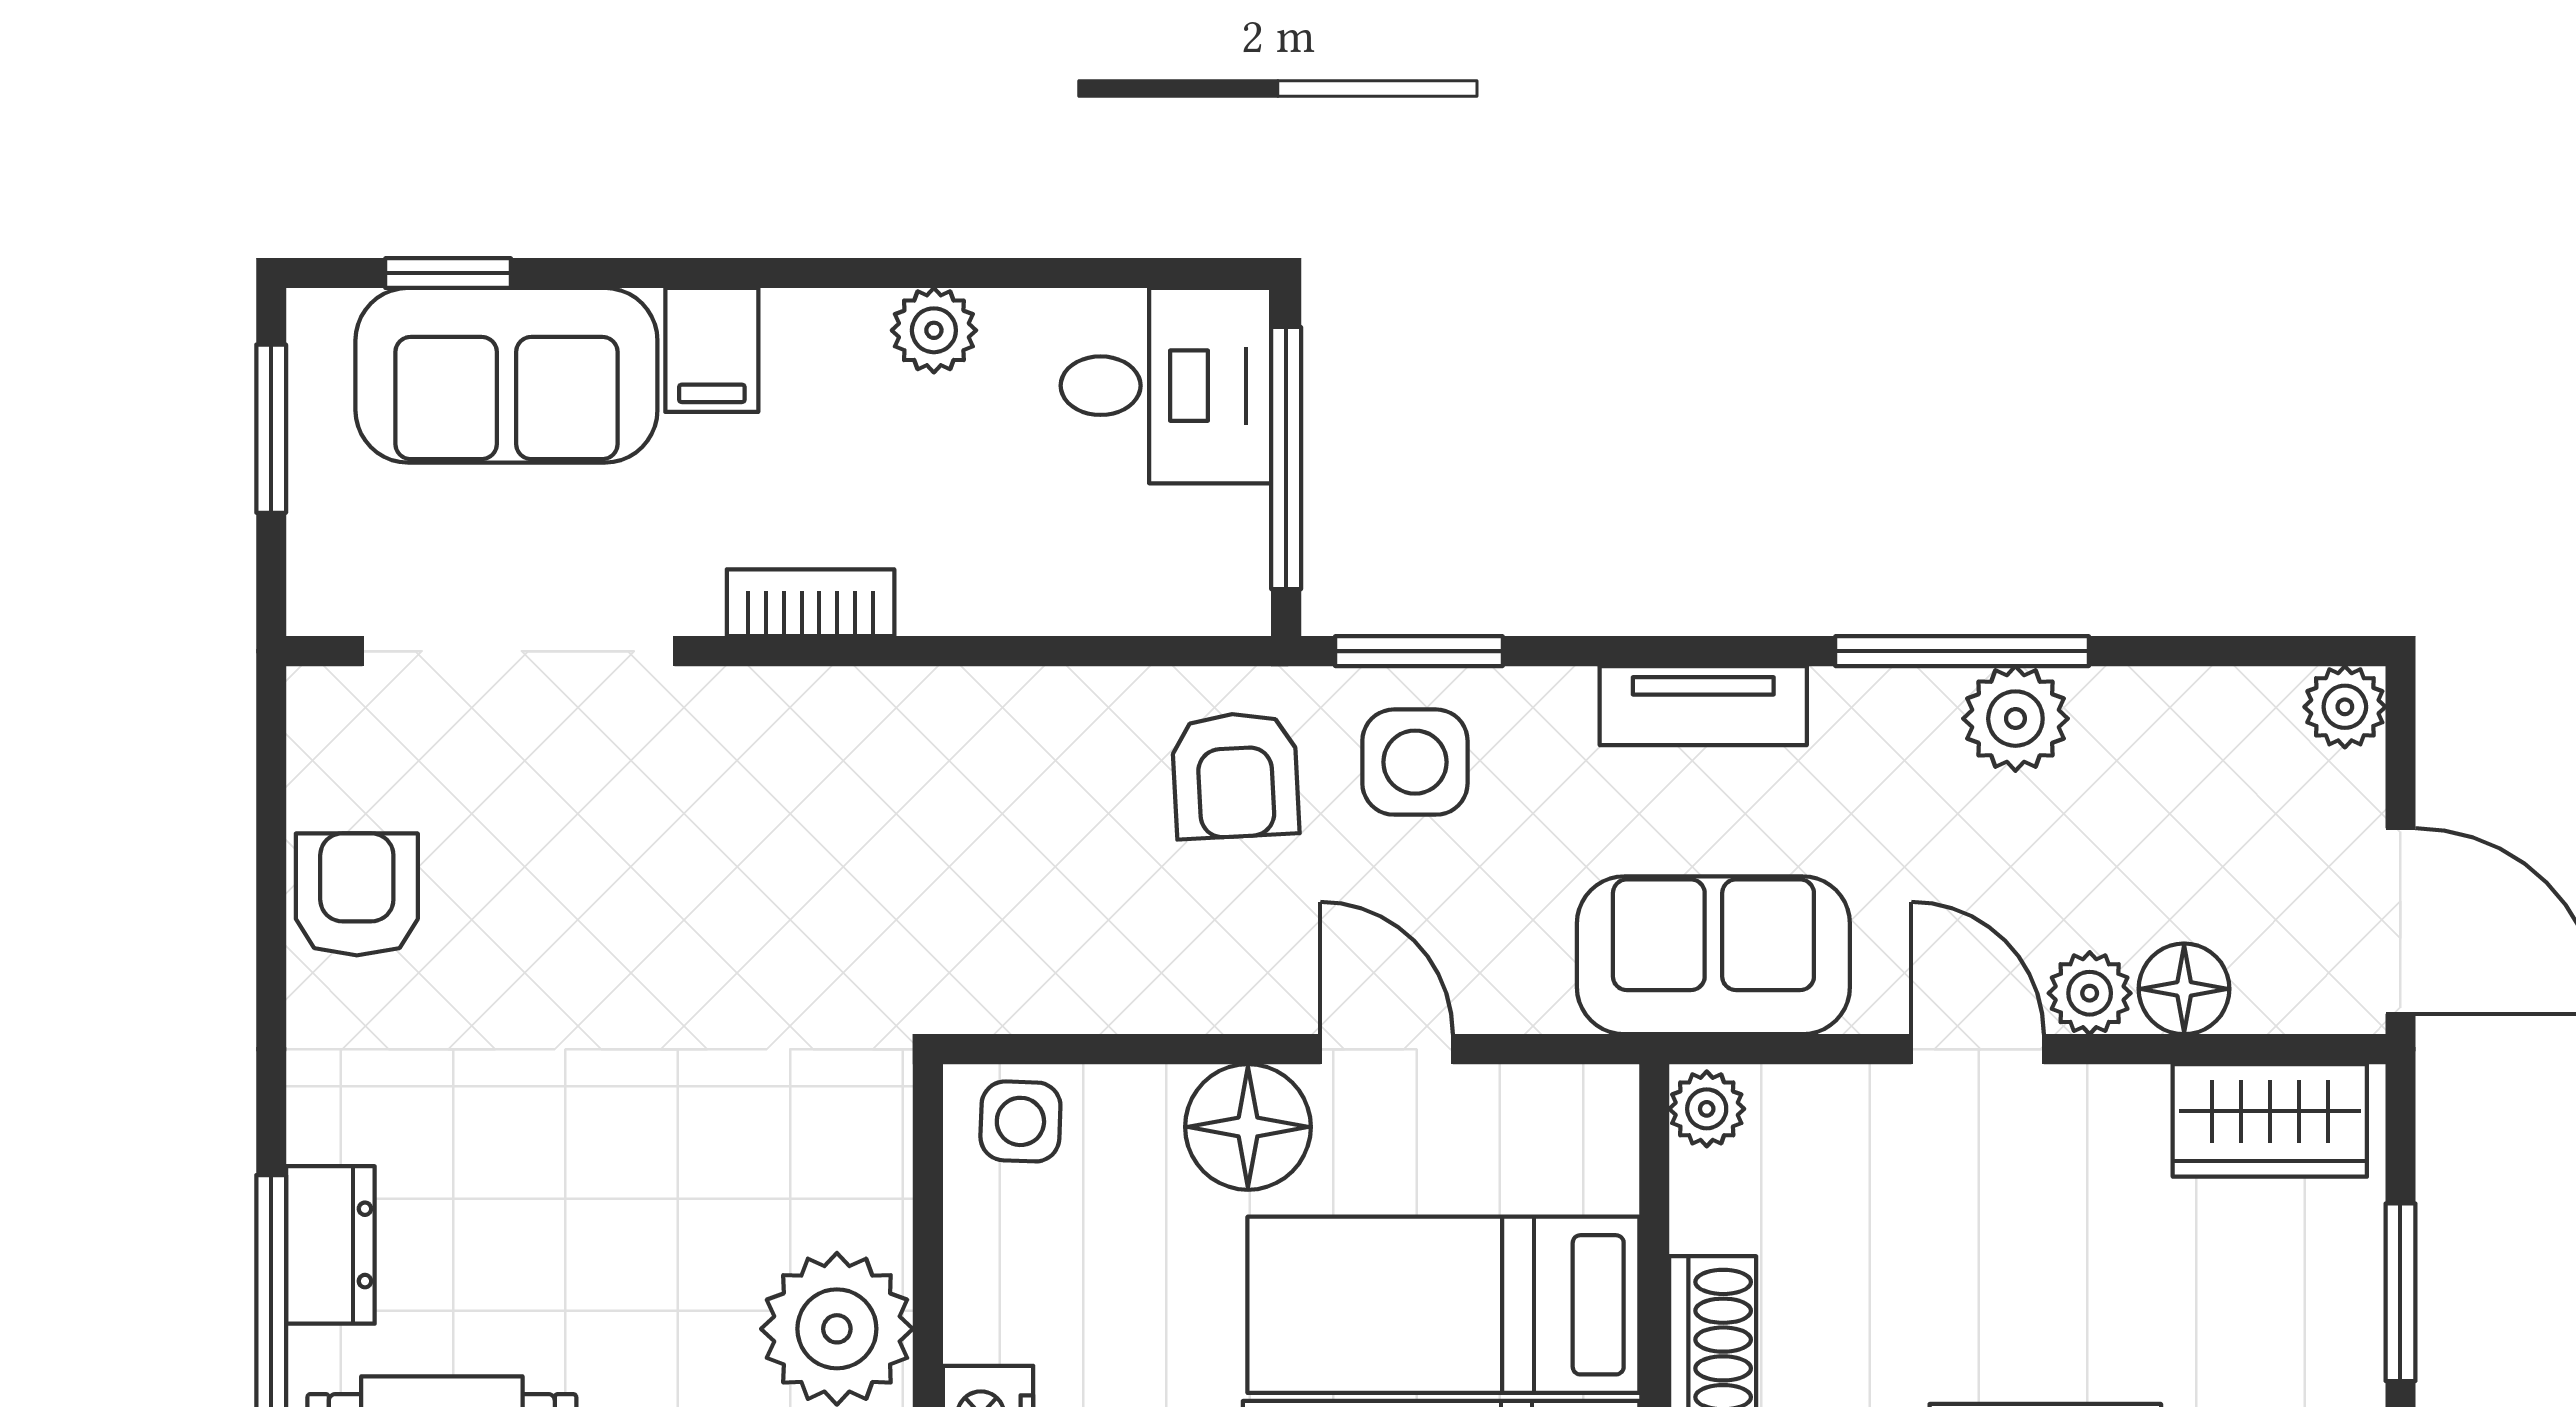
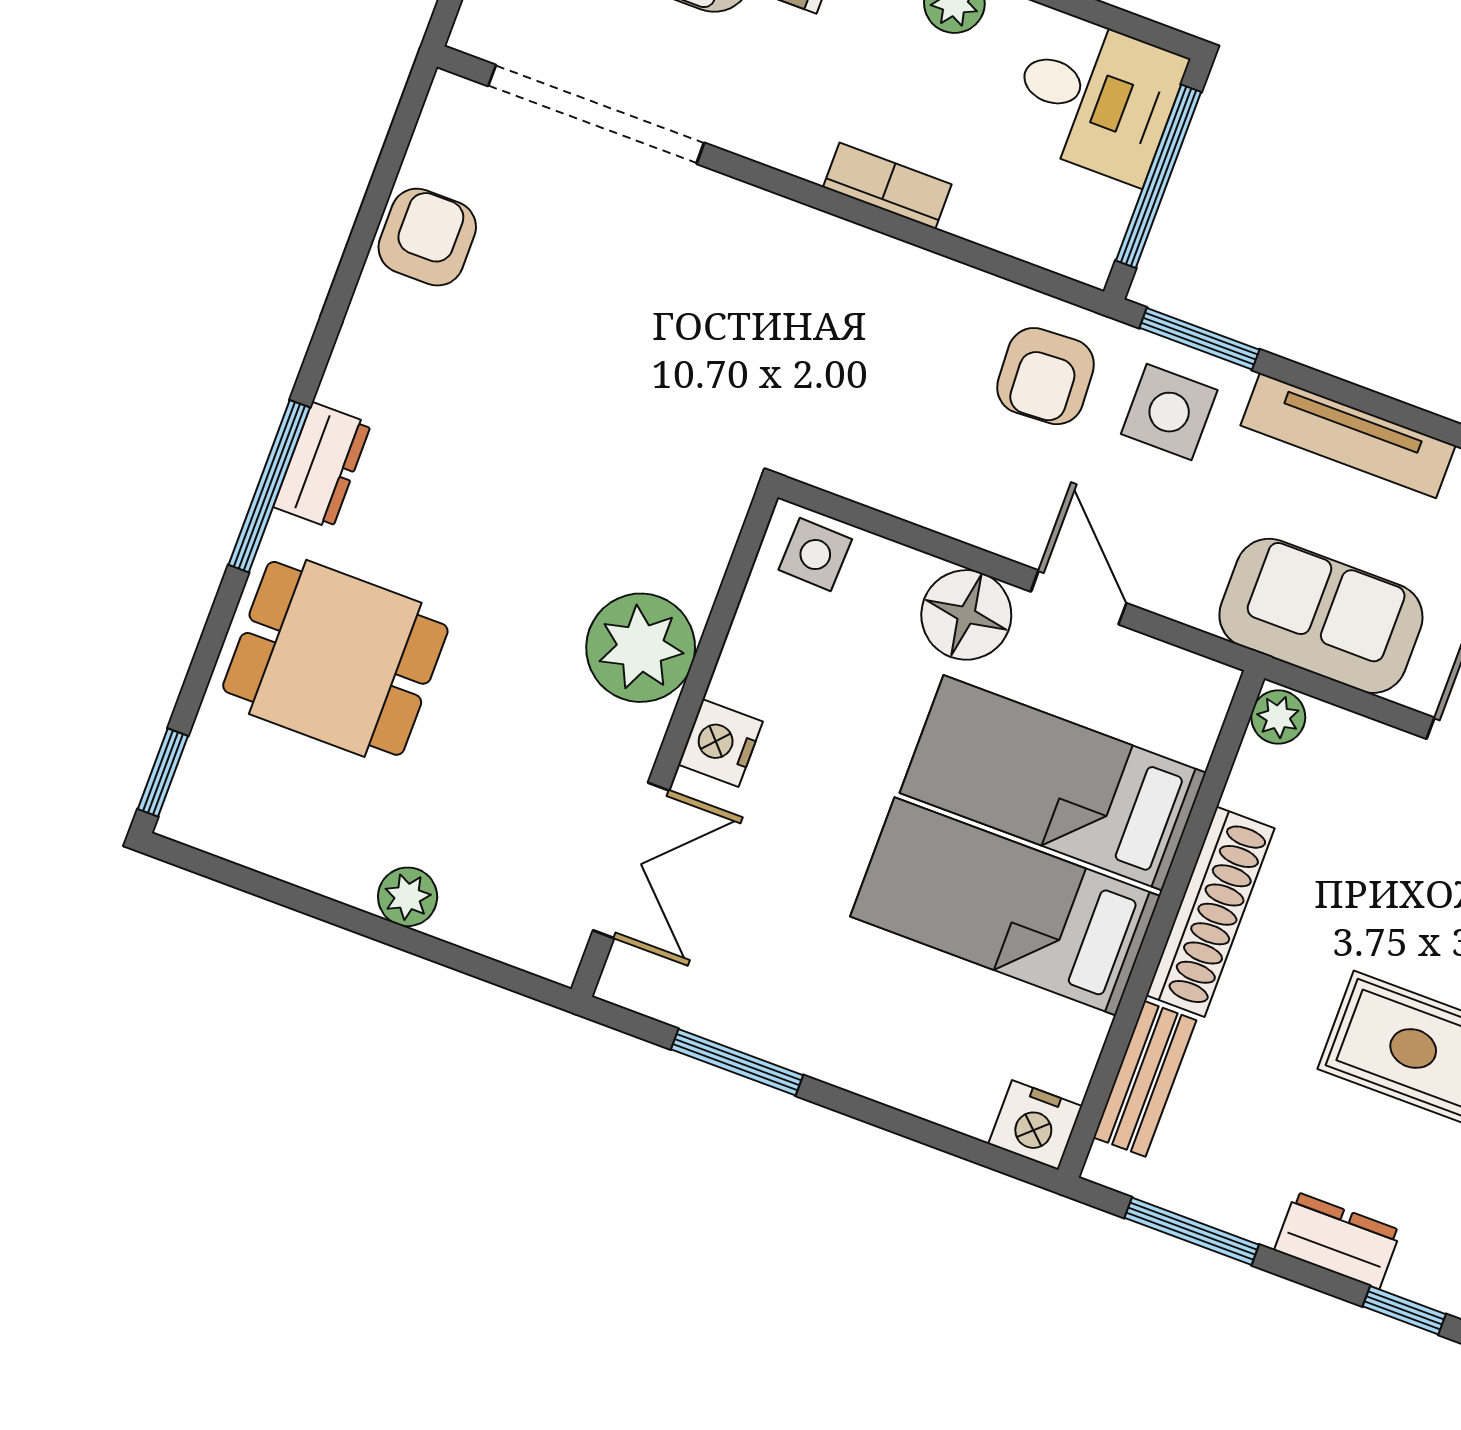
bookcase: (811, 603) -> (887, 186), moved
tv unit: (1703, 706) -> (1348, 436), width x1.41

